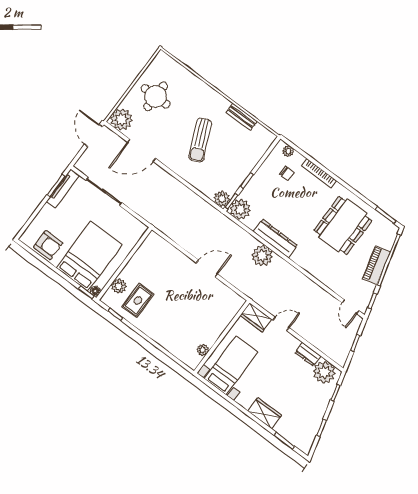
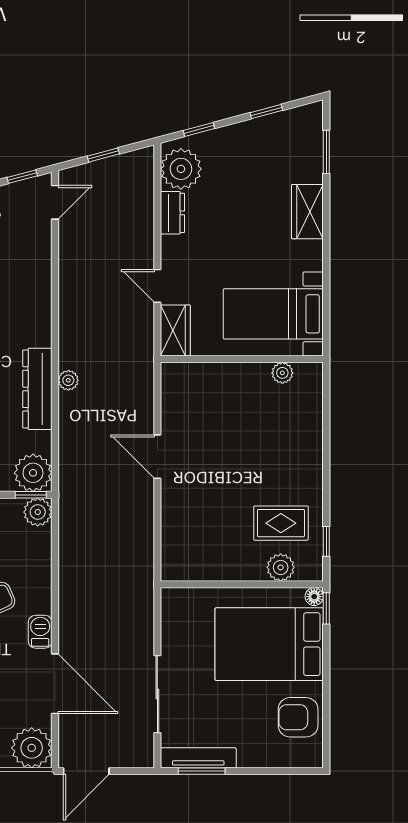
barbecue: (169, 161) -> (40, 632), added
armchair: (48, 245) -> (298, 717), turned -90
plant: (262, 256) -> (68, 380), width x0.53, depth x0.53

